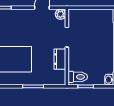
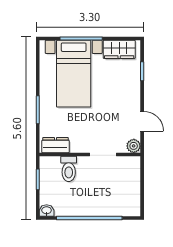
dresser: (60, 59) -> (55, 145), moved
toilet: (78, 77) -> (69, 169), moved

